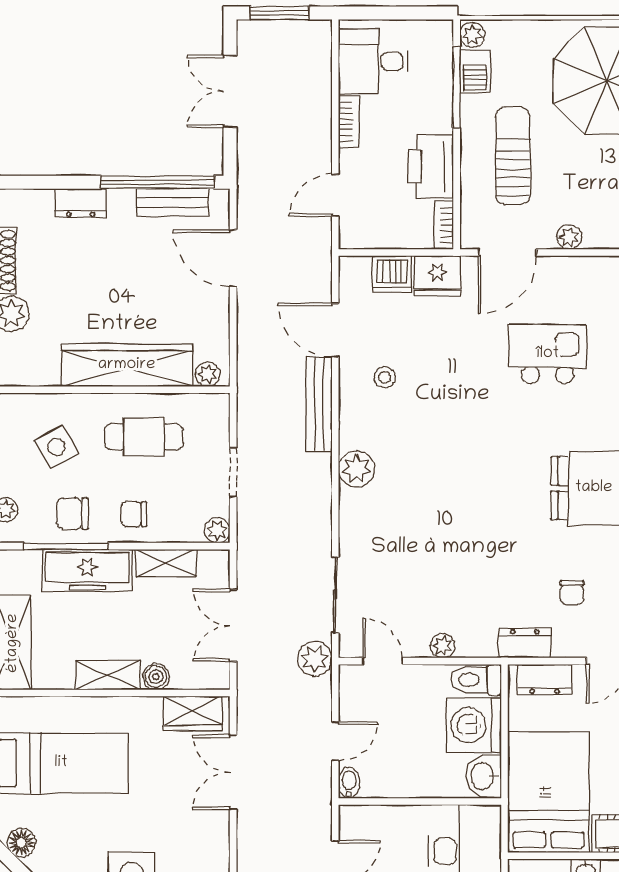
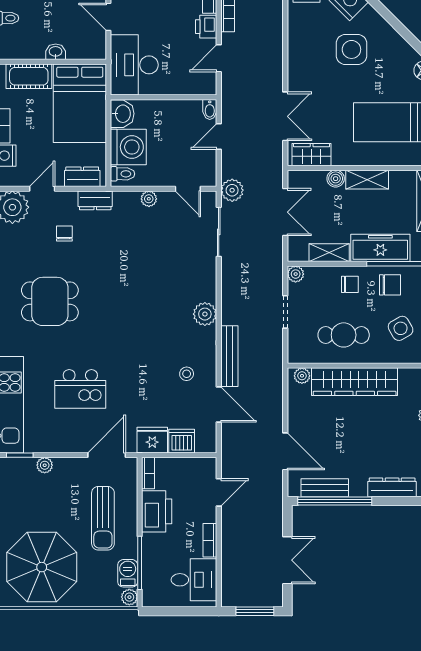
dresser: (81, 203) -> (392, 487), width x1.44
plant: (569, 237) -> (45, 465), moved
toilet: (476, 680) -> (122, 174), width x0.73, depth x0.72

